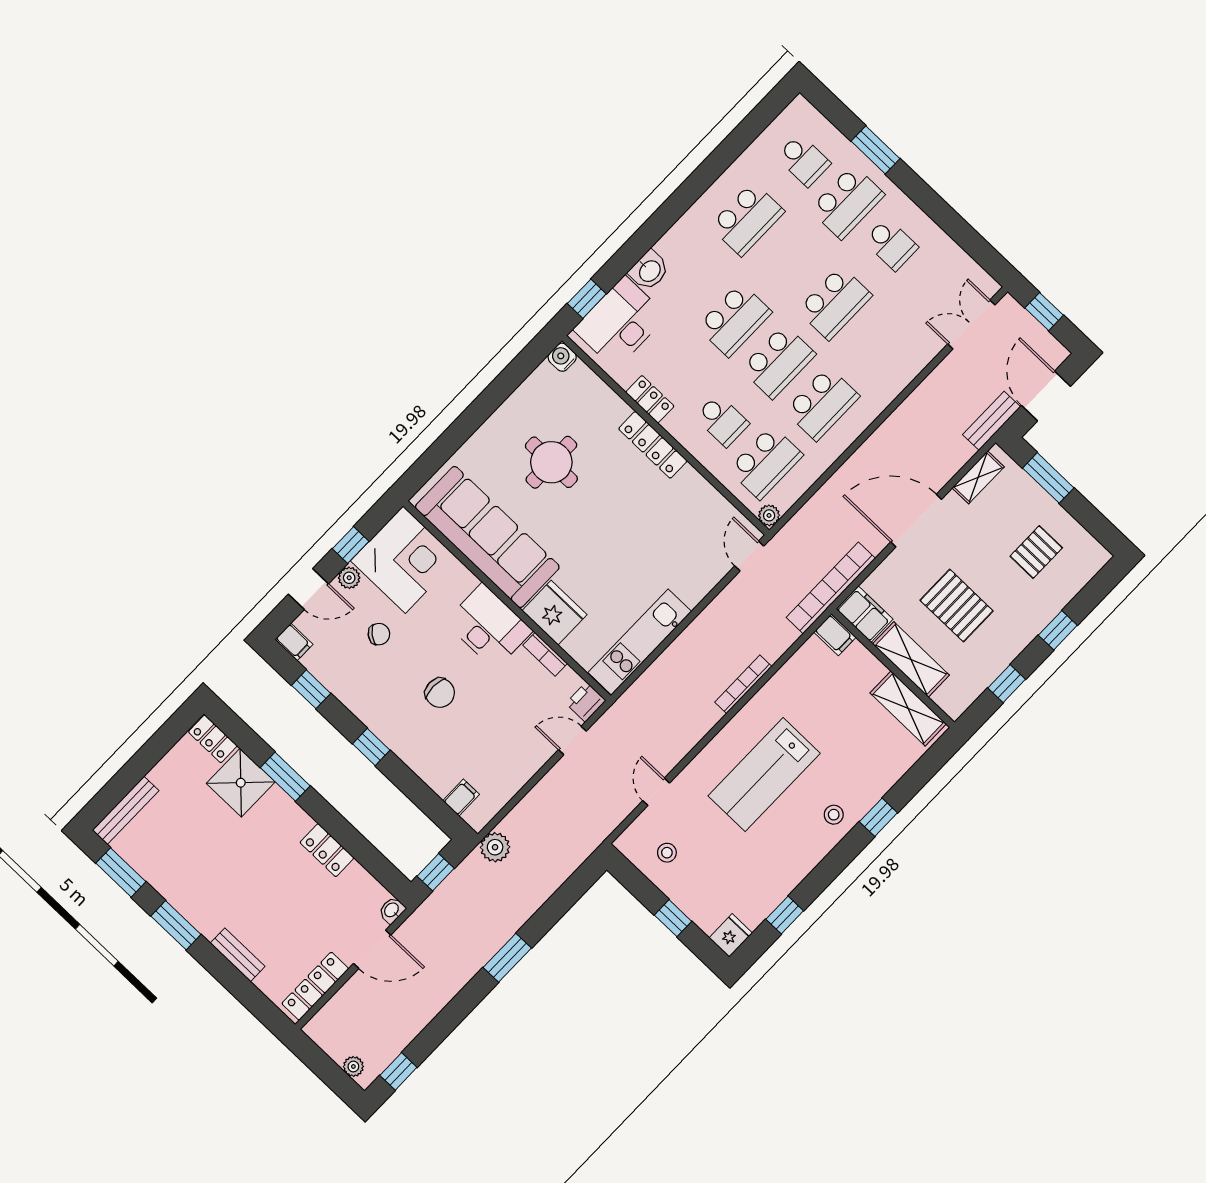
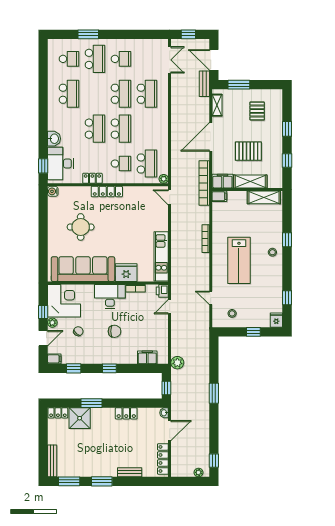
double door: (971, 324) -> (170, 60), swing flipped
school desk: (822, 404) -> (147, 94), moved
filing cabinet: (461, 797) -> (147, 357), width x2.00

